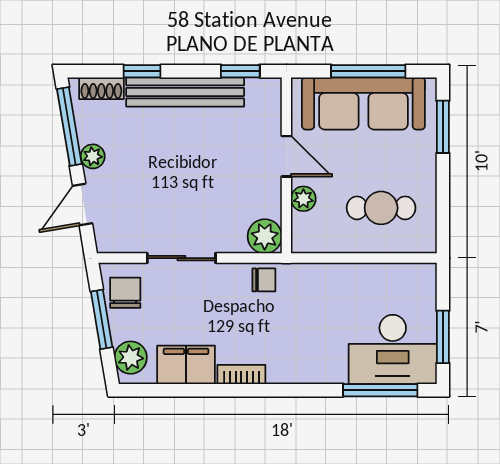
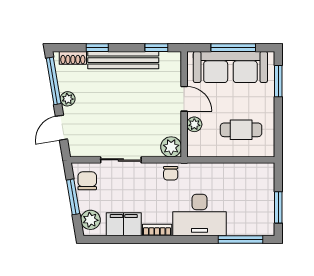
chair: (264, 280) -> (171, 173), turned 90
desk: (393, 349) -> (199, 215), moved

